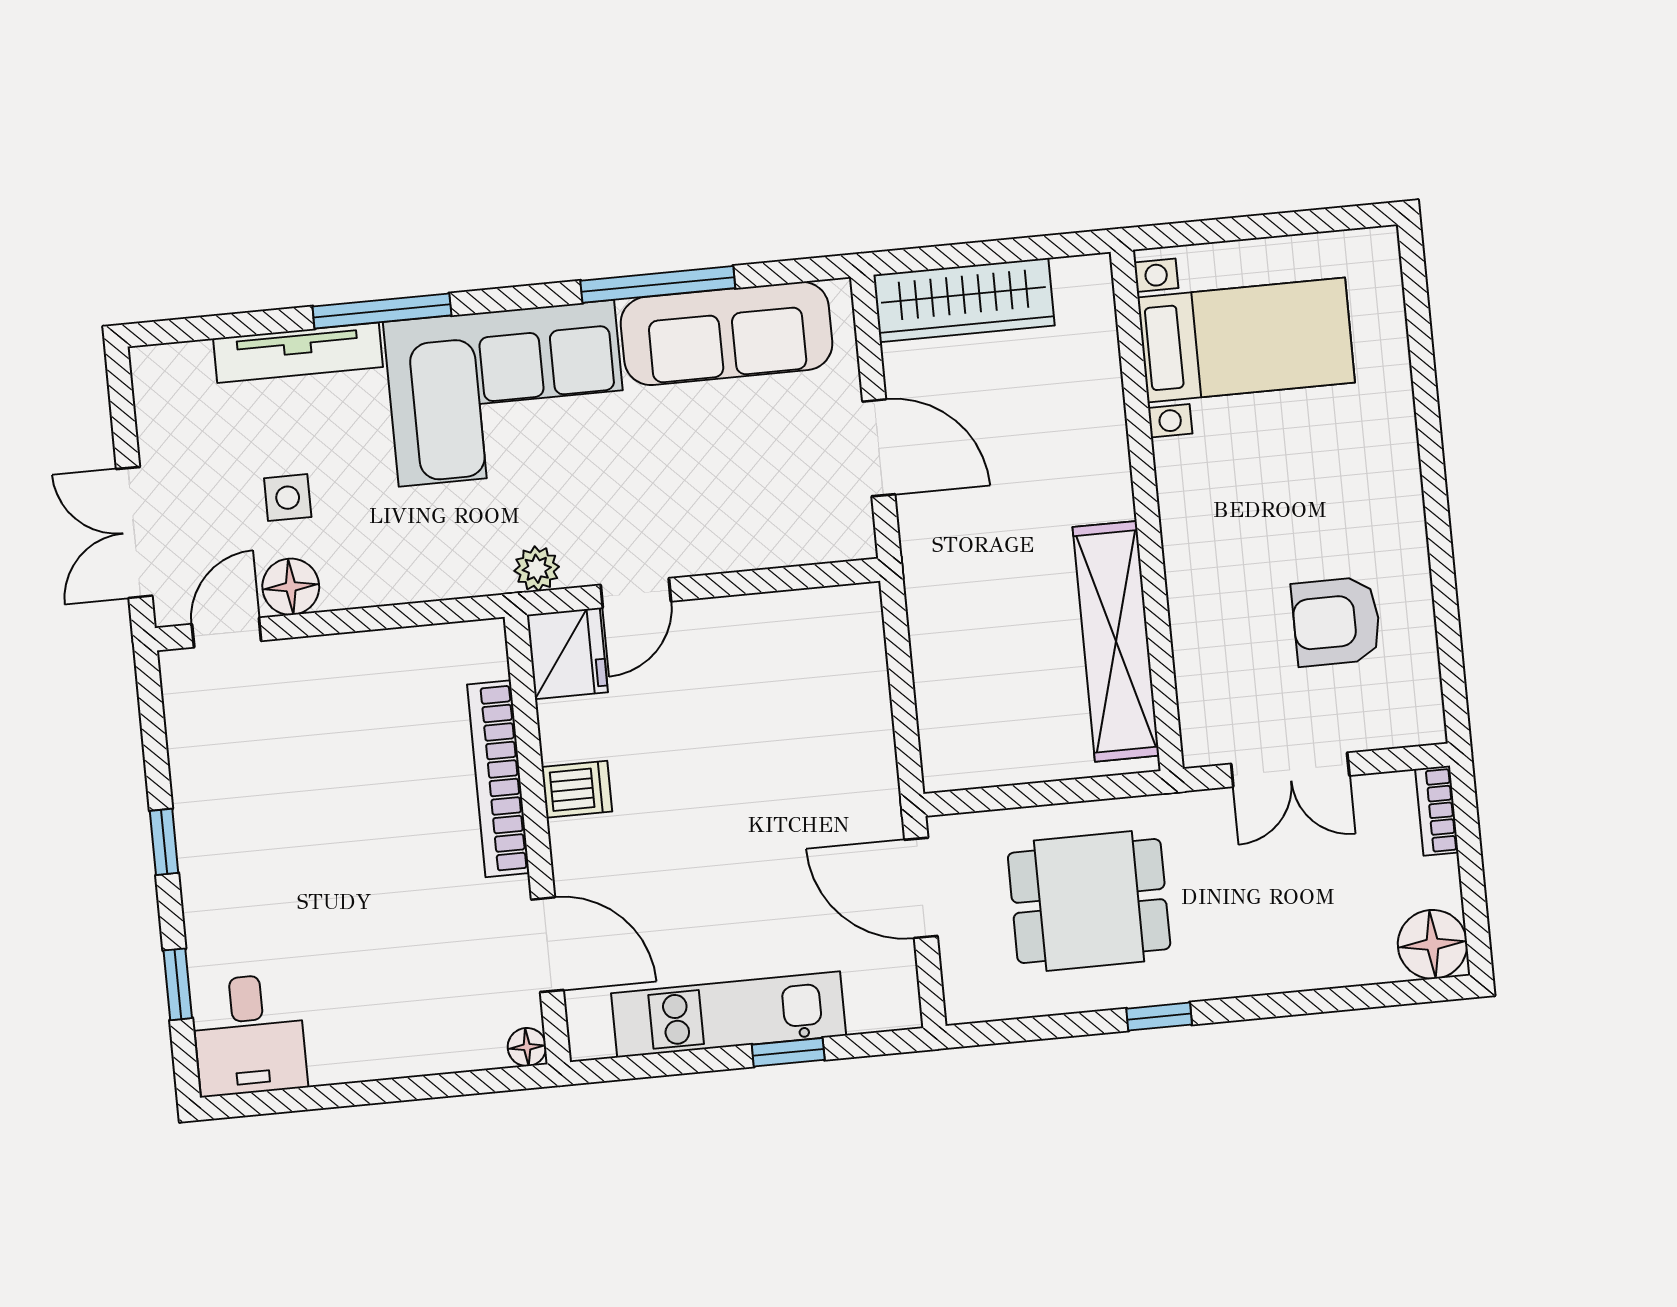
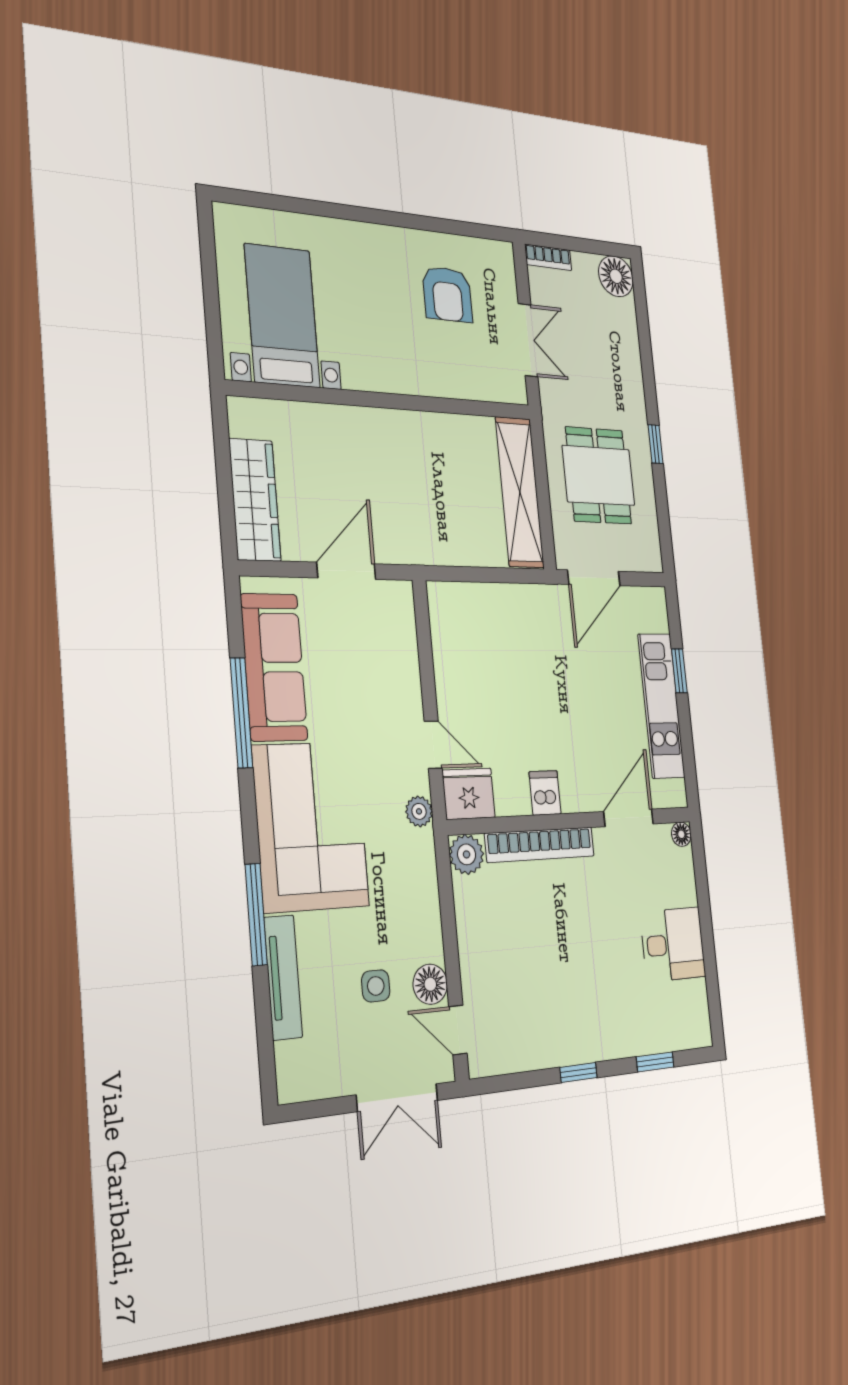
shelving: (1116, 641) -> (520, 492), moved, turned 90
plant: (478, 649) -> (467, 854), added
desk: (249, 1035) -> (673, 944), moved

